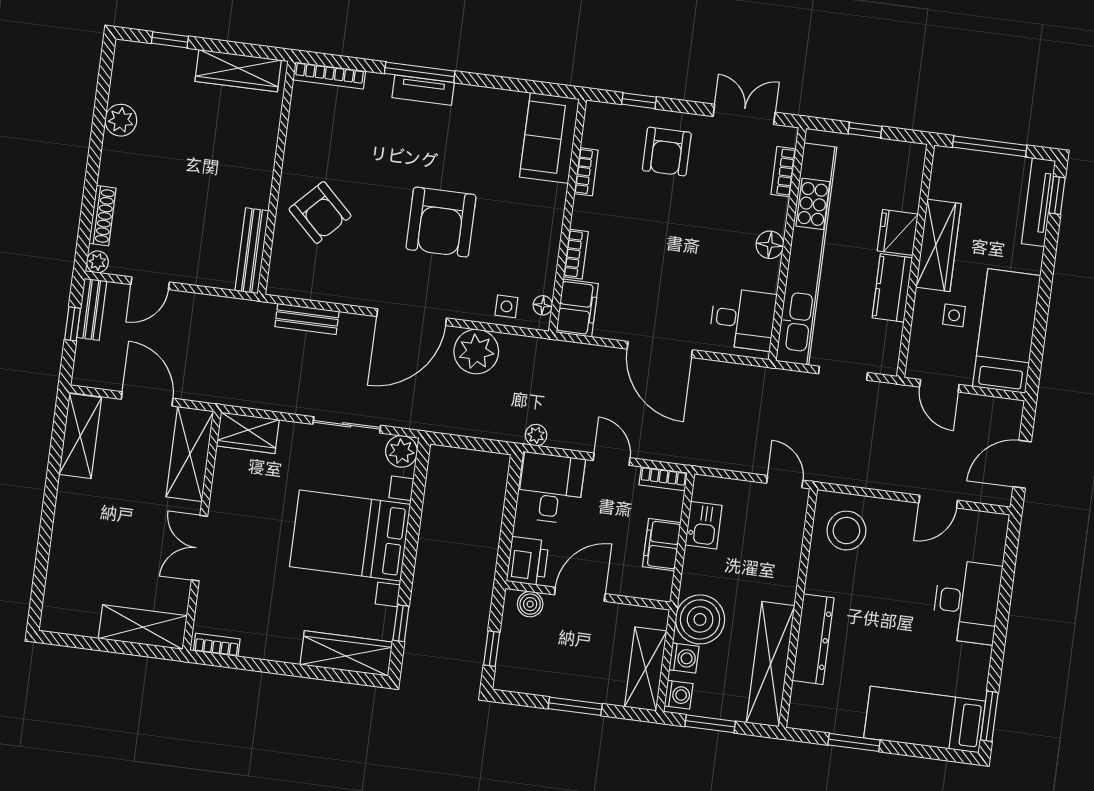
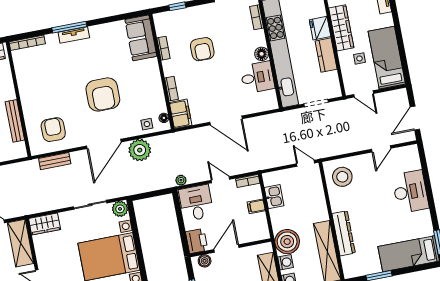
armchair: (667, 151) -> (202, 49), moved
armchair: (320, 213) -> (53, 130), moved, turned -134
bench: (252, 251) -> (15, 121), moved
desk: (743, 319) -> (257, 77), moved
filing cabinet: (662, 545) -> (256, 206), width x0.50

